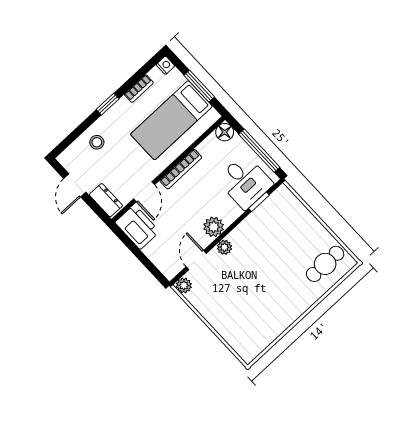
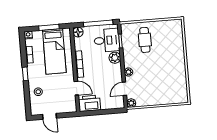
dresser: (106, 200) -> (67, 108), removed
plant: (214, 227) -> (115, 58), moved
door: (196, 260) -> (124, 89), hinge flipped
cafe table: (325, 264) -> (145, 40), moved

